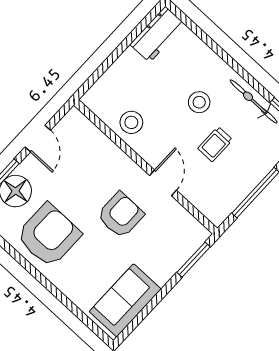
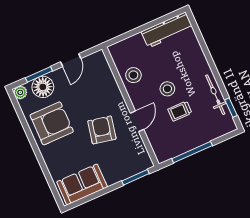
workbench: (157, 34) -> (167, 30), width x1.37
stool: (199, 102) -> (167, 89), moved
armchair: (121, 215) -> (102, 130), turned -78

